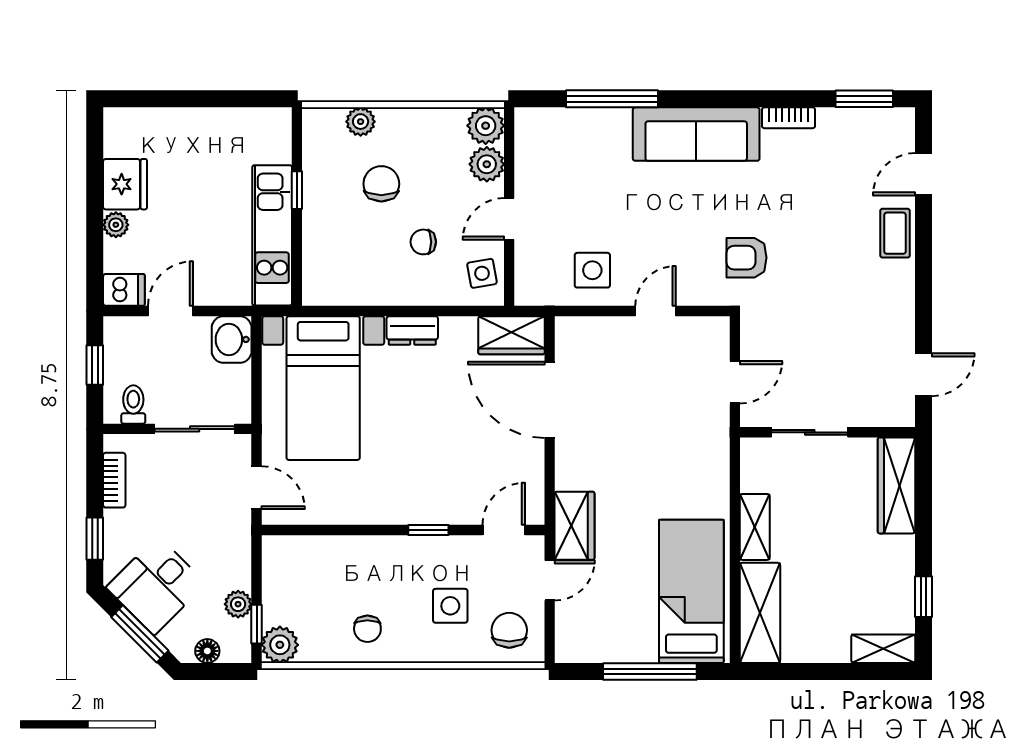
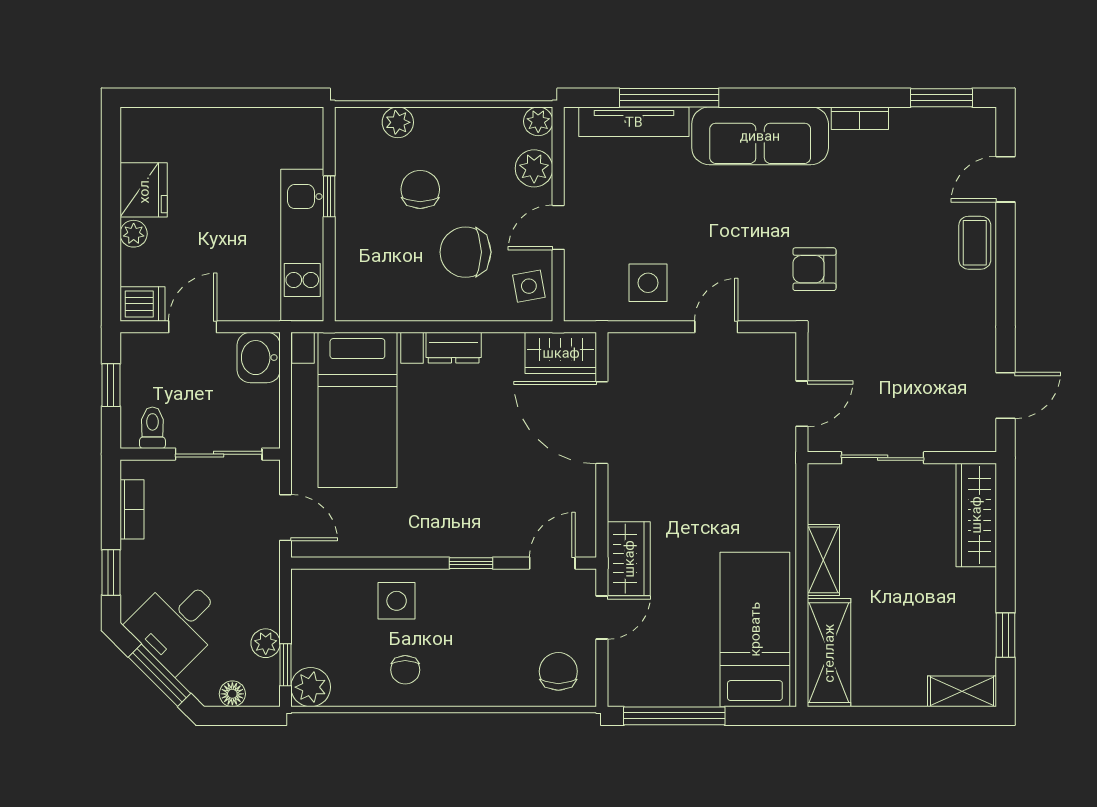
tv unit: (579, 121) -> (634, 122), added
plant: (486, 126) -> (538, 121), width x0.73, depth x0.73
chair: (423, 242) -> (465, 252), width x1.87, depth x1.87
side table: (450, 606) -> (397, 601), moved
window: (650, 671) -> (674, 716), moved

